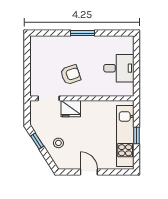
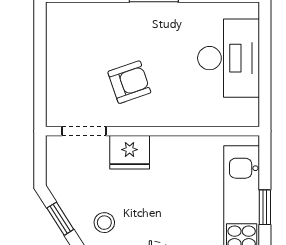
desk: (119, 68) -> (229, 58), width x1.37

